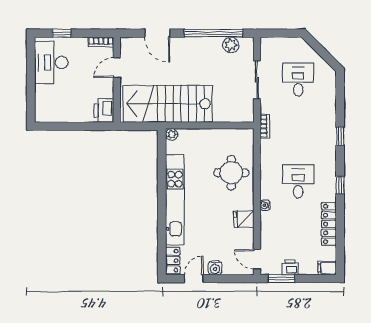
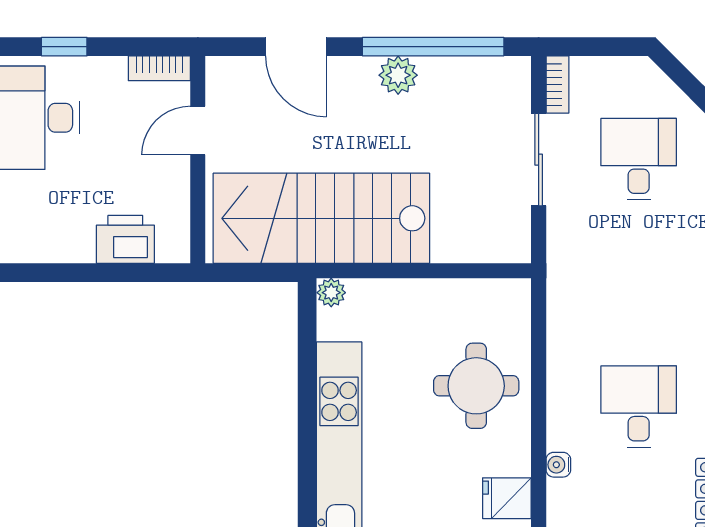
plant: (231, 45) -> (398, 75), moved
printer: (104, 110) -> (125, 239), moved, turned 90
bookcase: (265, 126) -> (557, 84), moved

